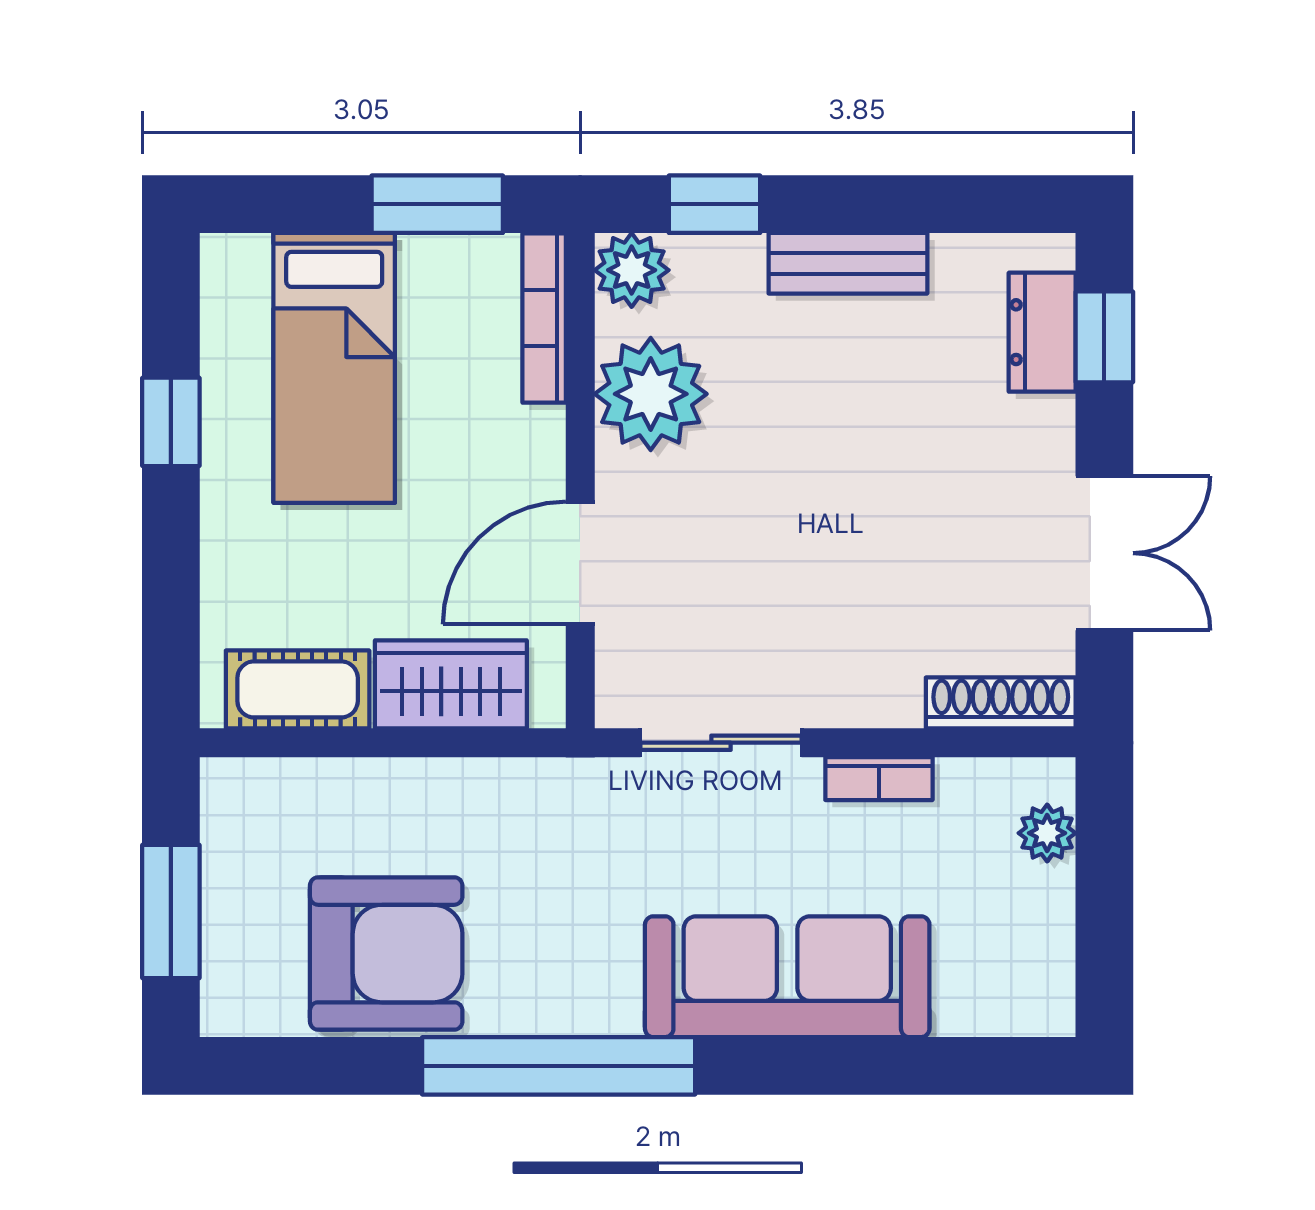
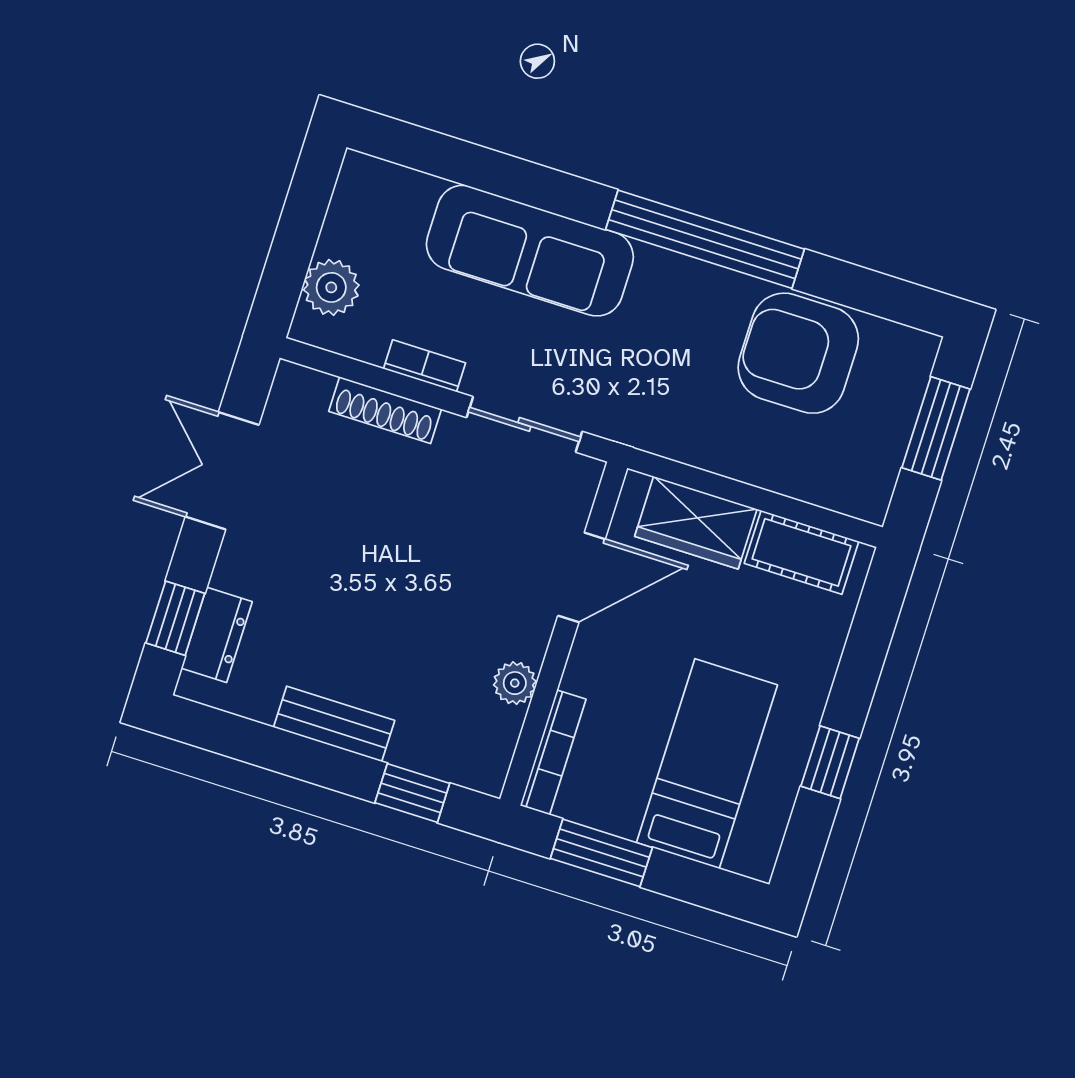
plant: (632, 270) -> (483, 766), removed
plant: (651, 394) -> (515, 683), width x0.53, depth x0.53
shoe rack: (1001, 703) -> (385, 410), moved
plant: (1047, 833) -> (331, 287), width x1.38, depth x1.38

